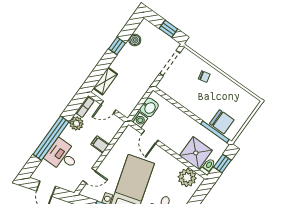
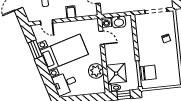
chair: (222, 122) -> (148, 73), turned -90
door: (150, 137) -> (102, 38), swing flipped
plant: (187, 178) -> (96, 71), moved

